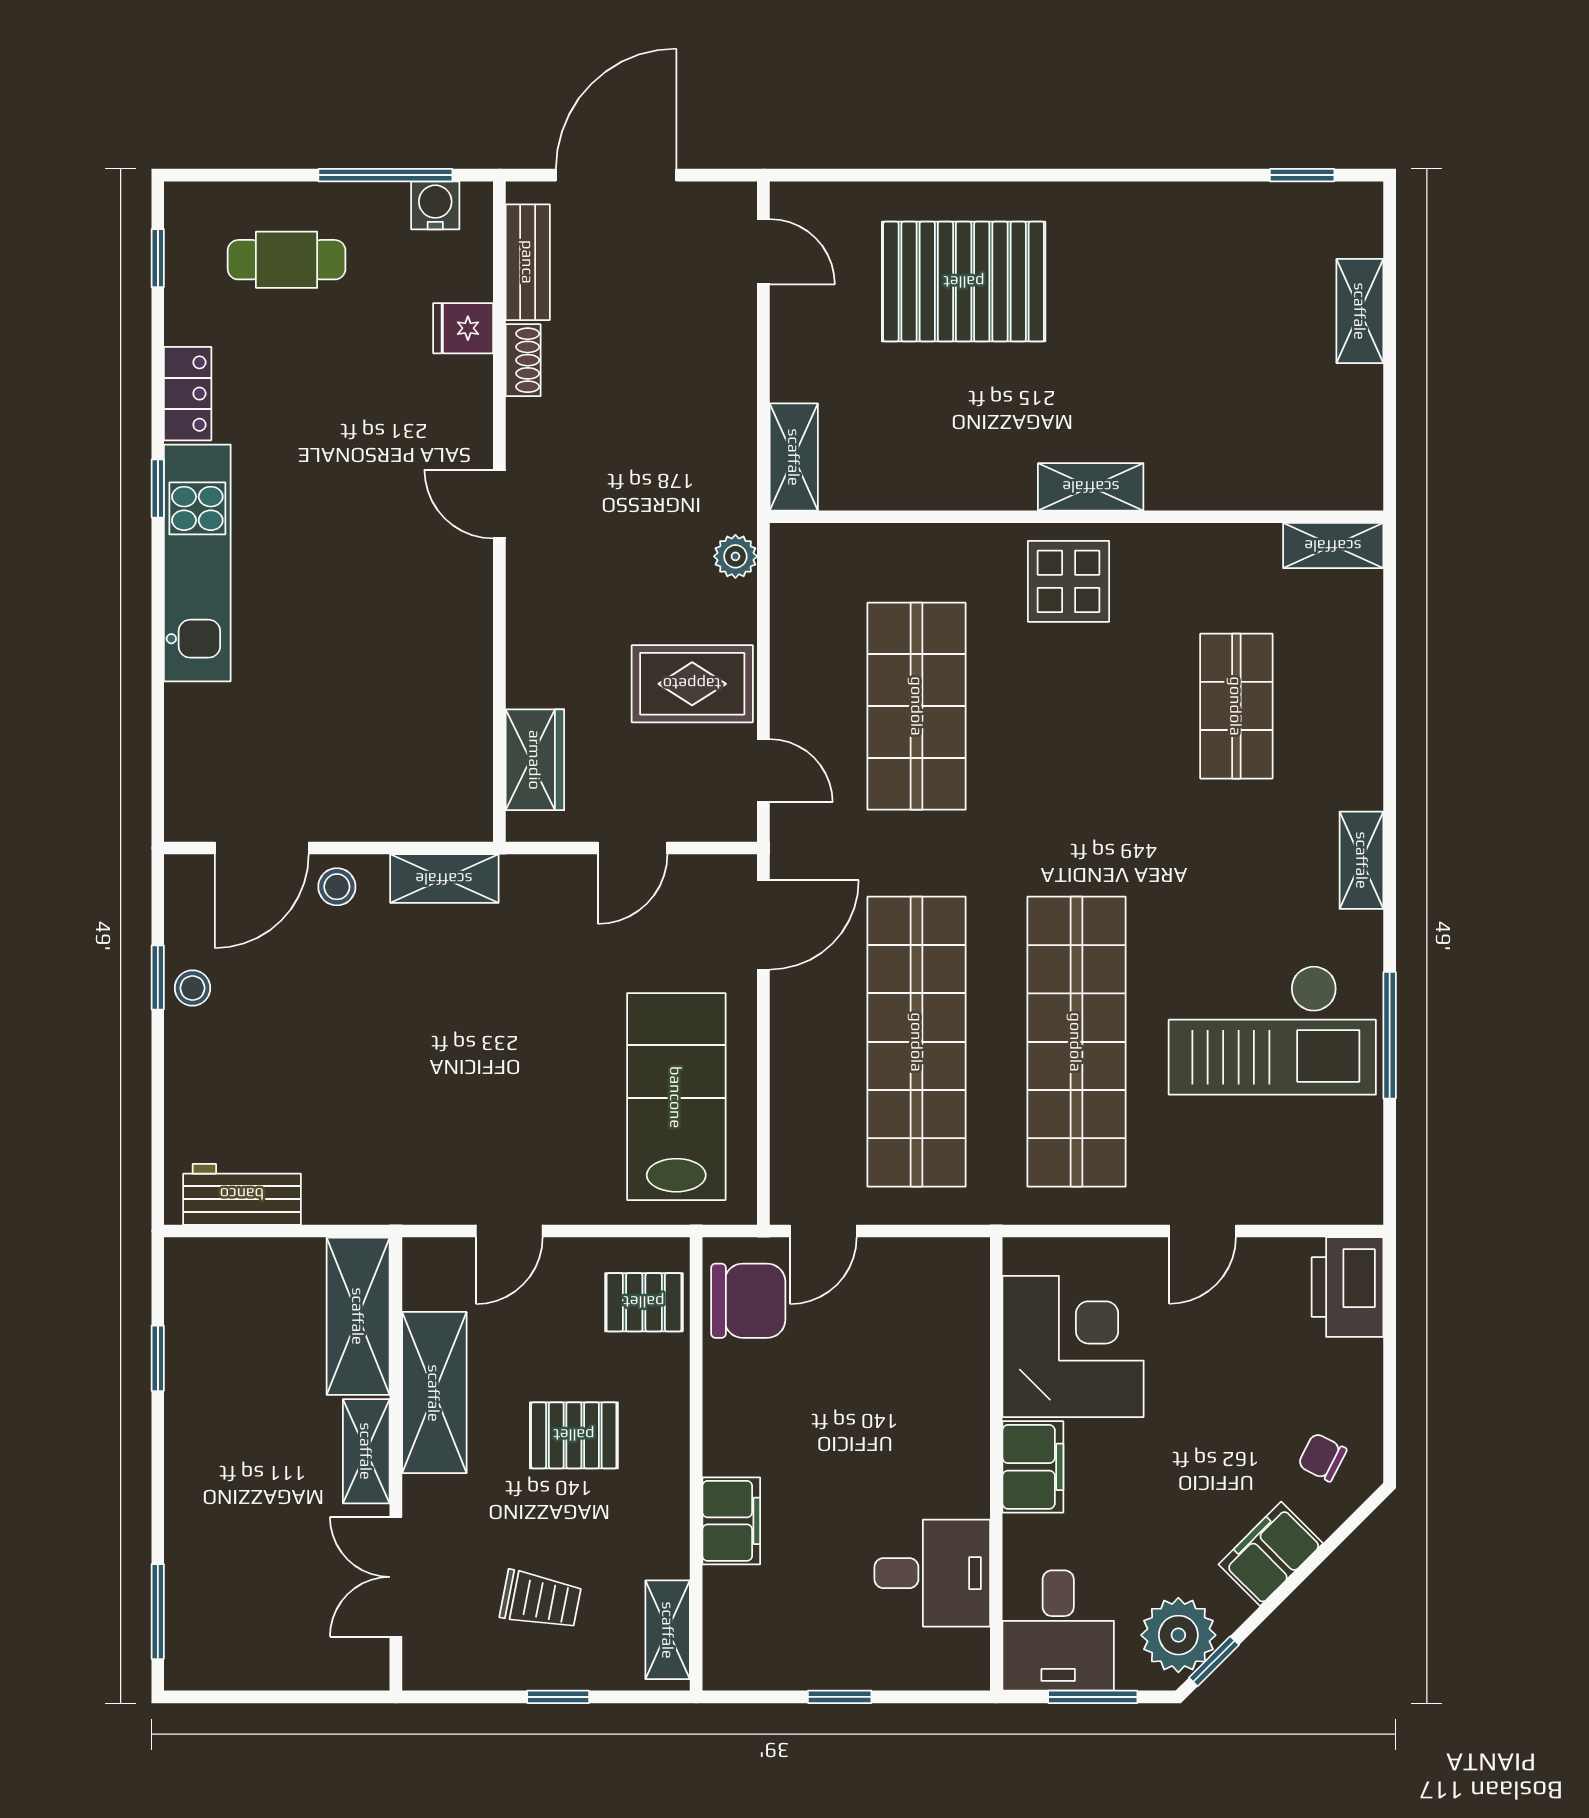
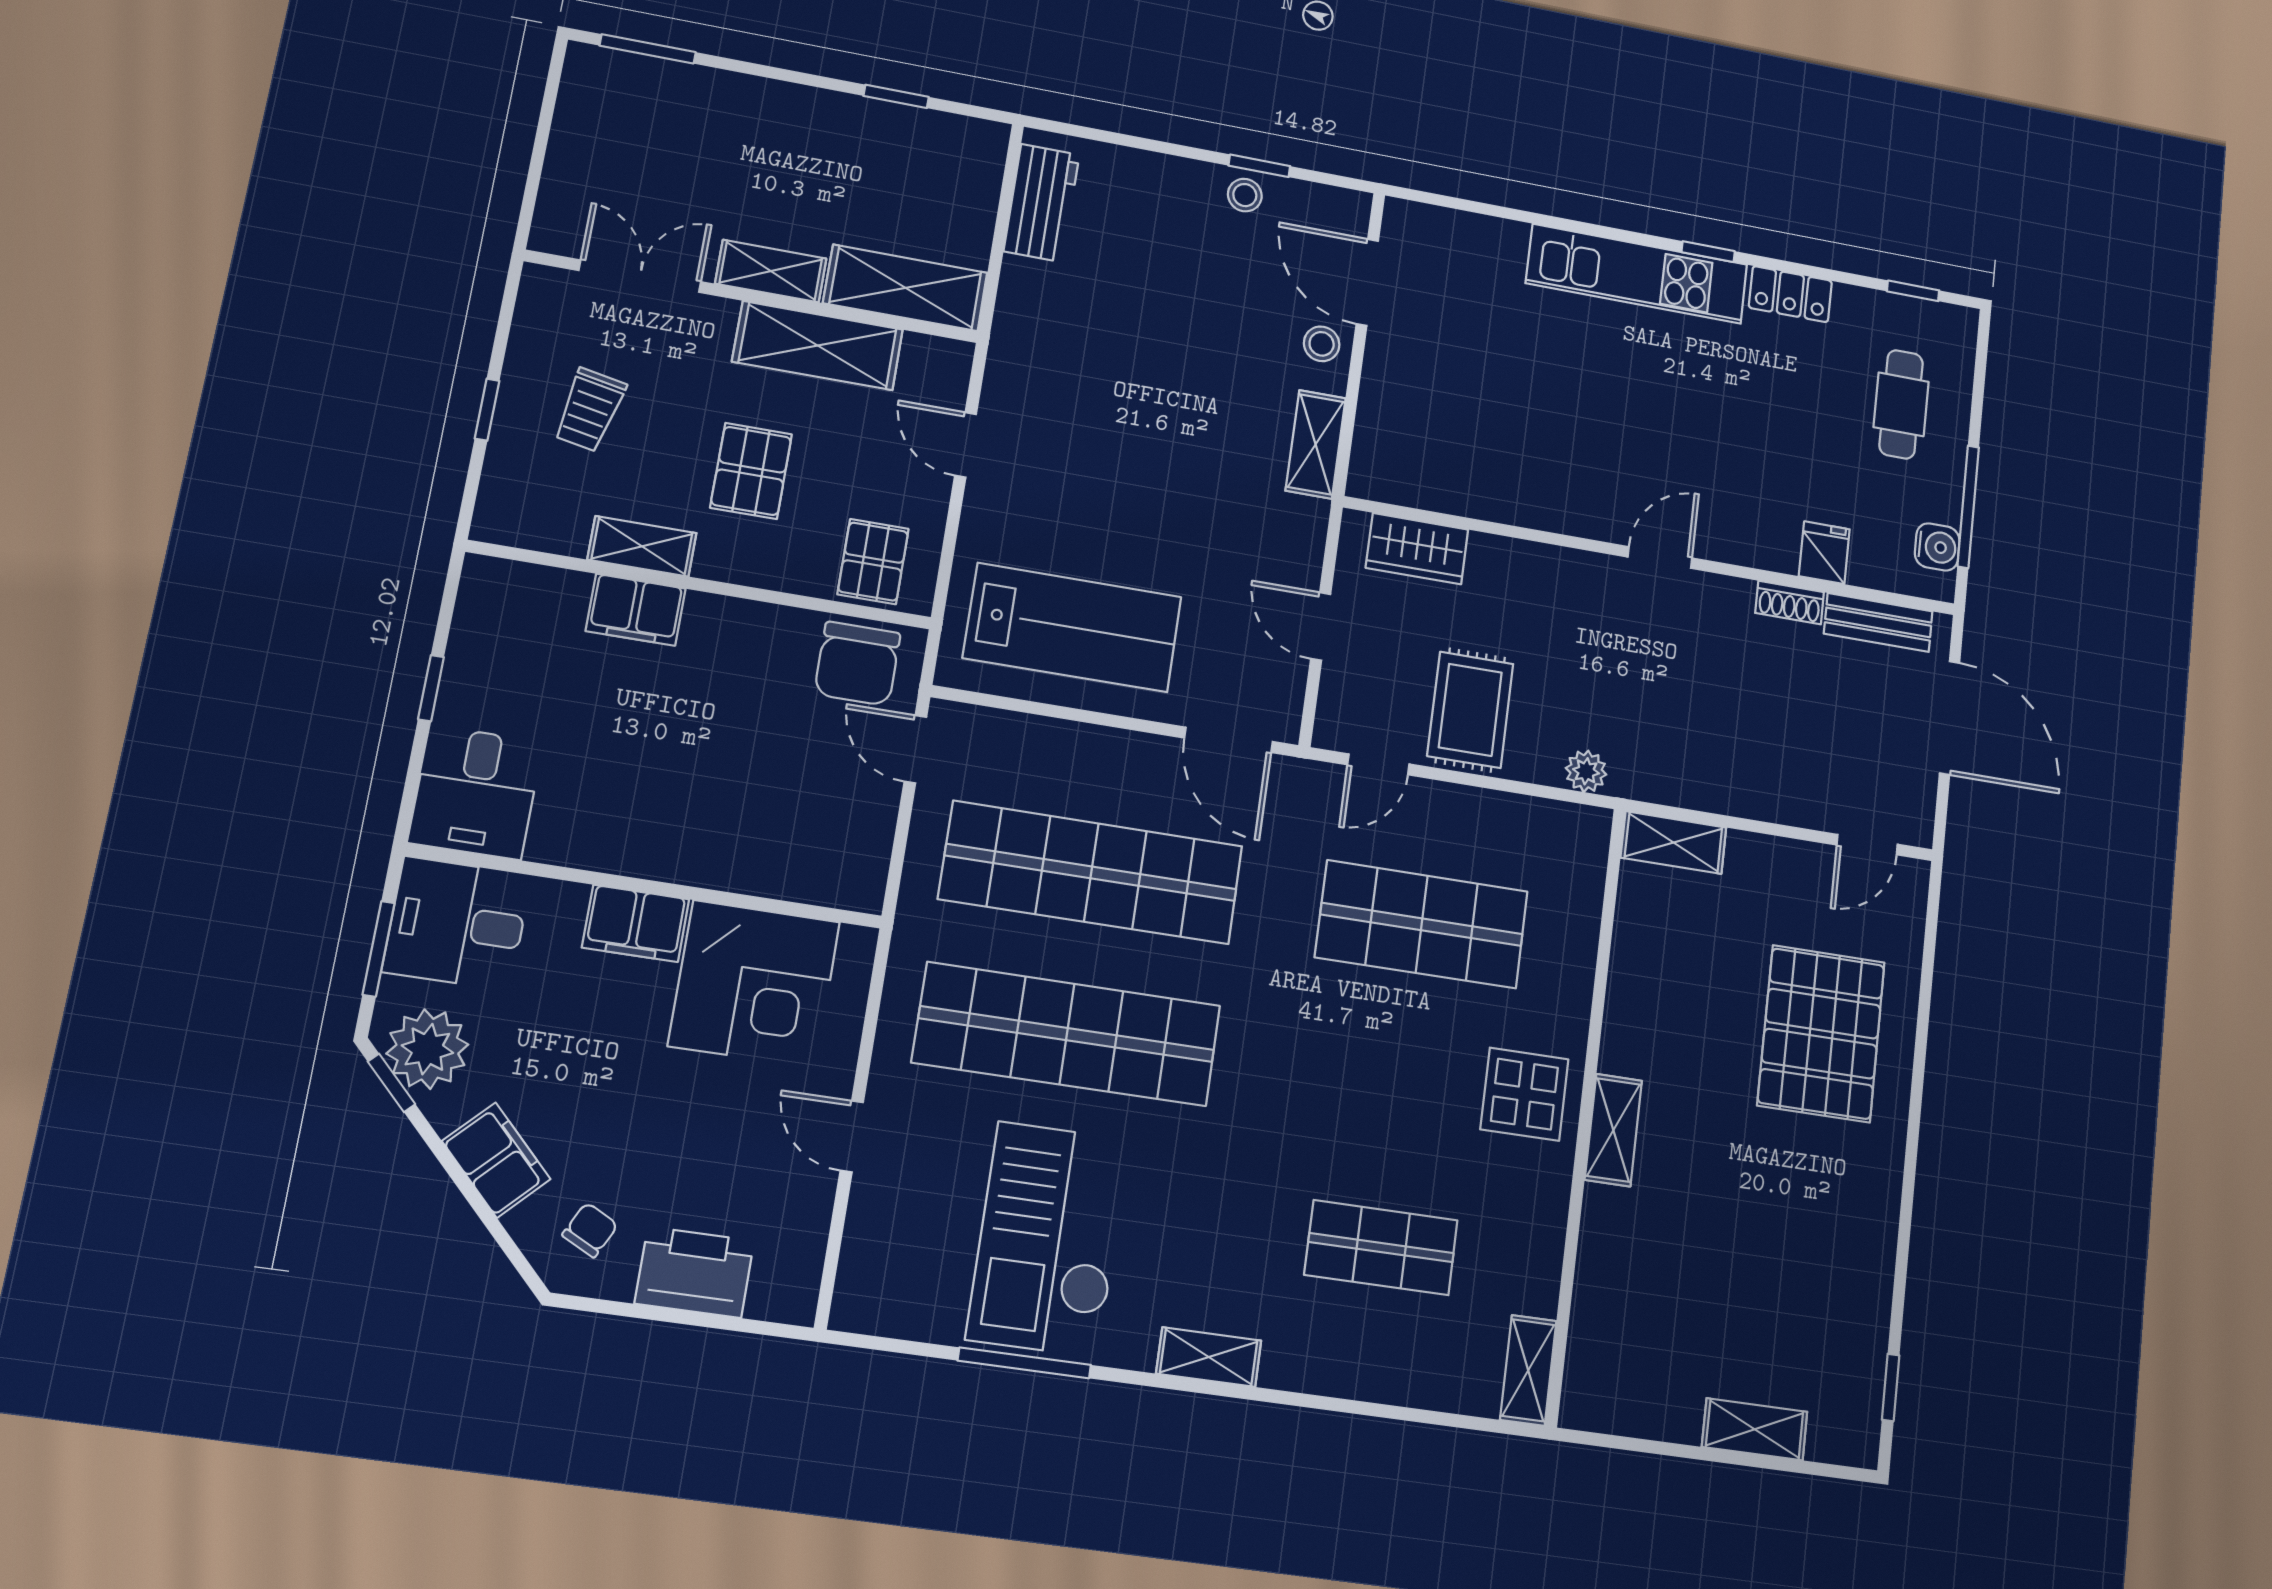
printer: (1348, 1287) -> (694, 1272), moved
desk: (932, 1573) -> (476, 792), moved
shelving: (668, 1630) -> (642, 546), moved

